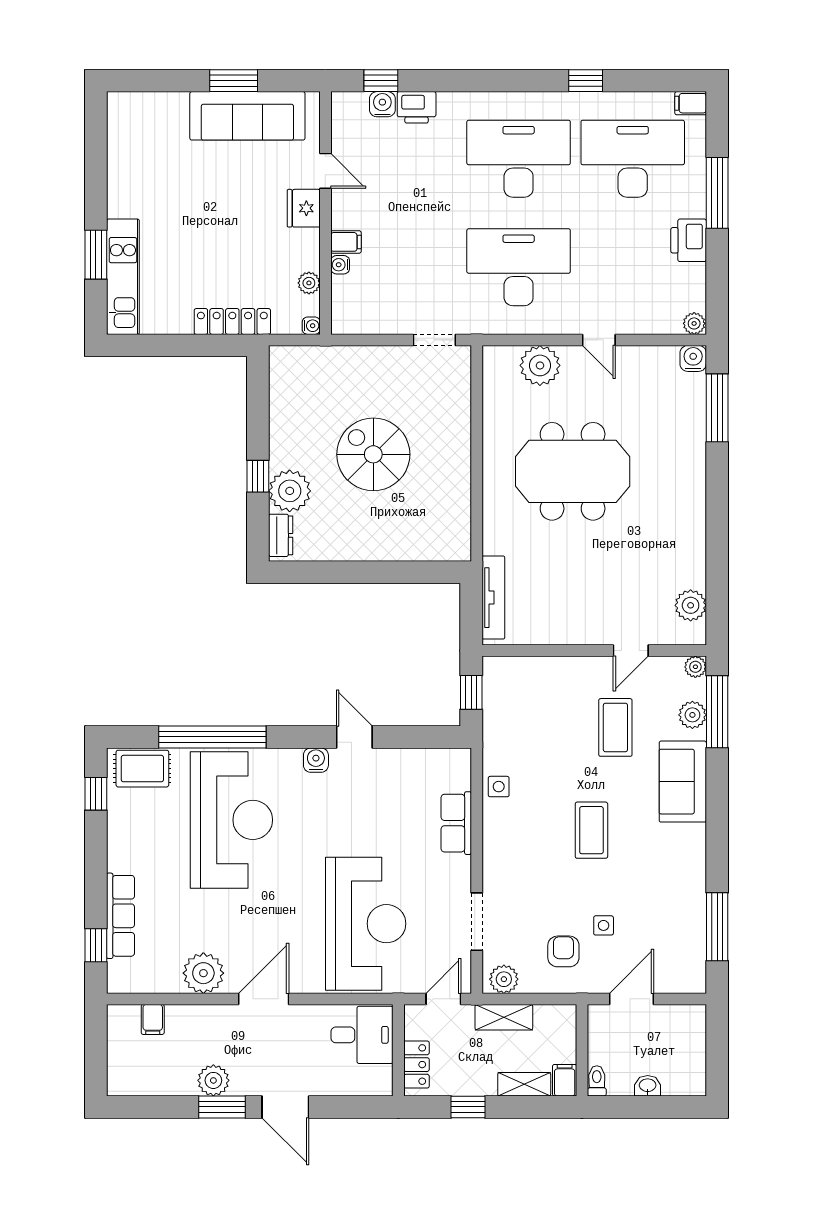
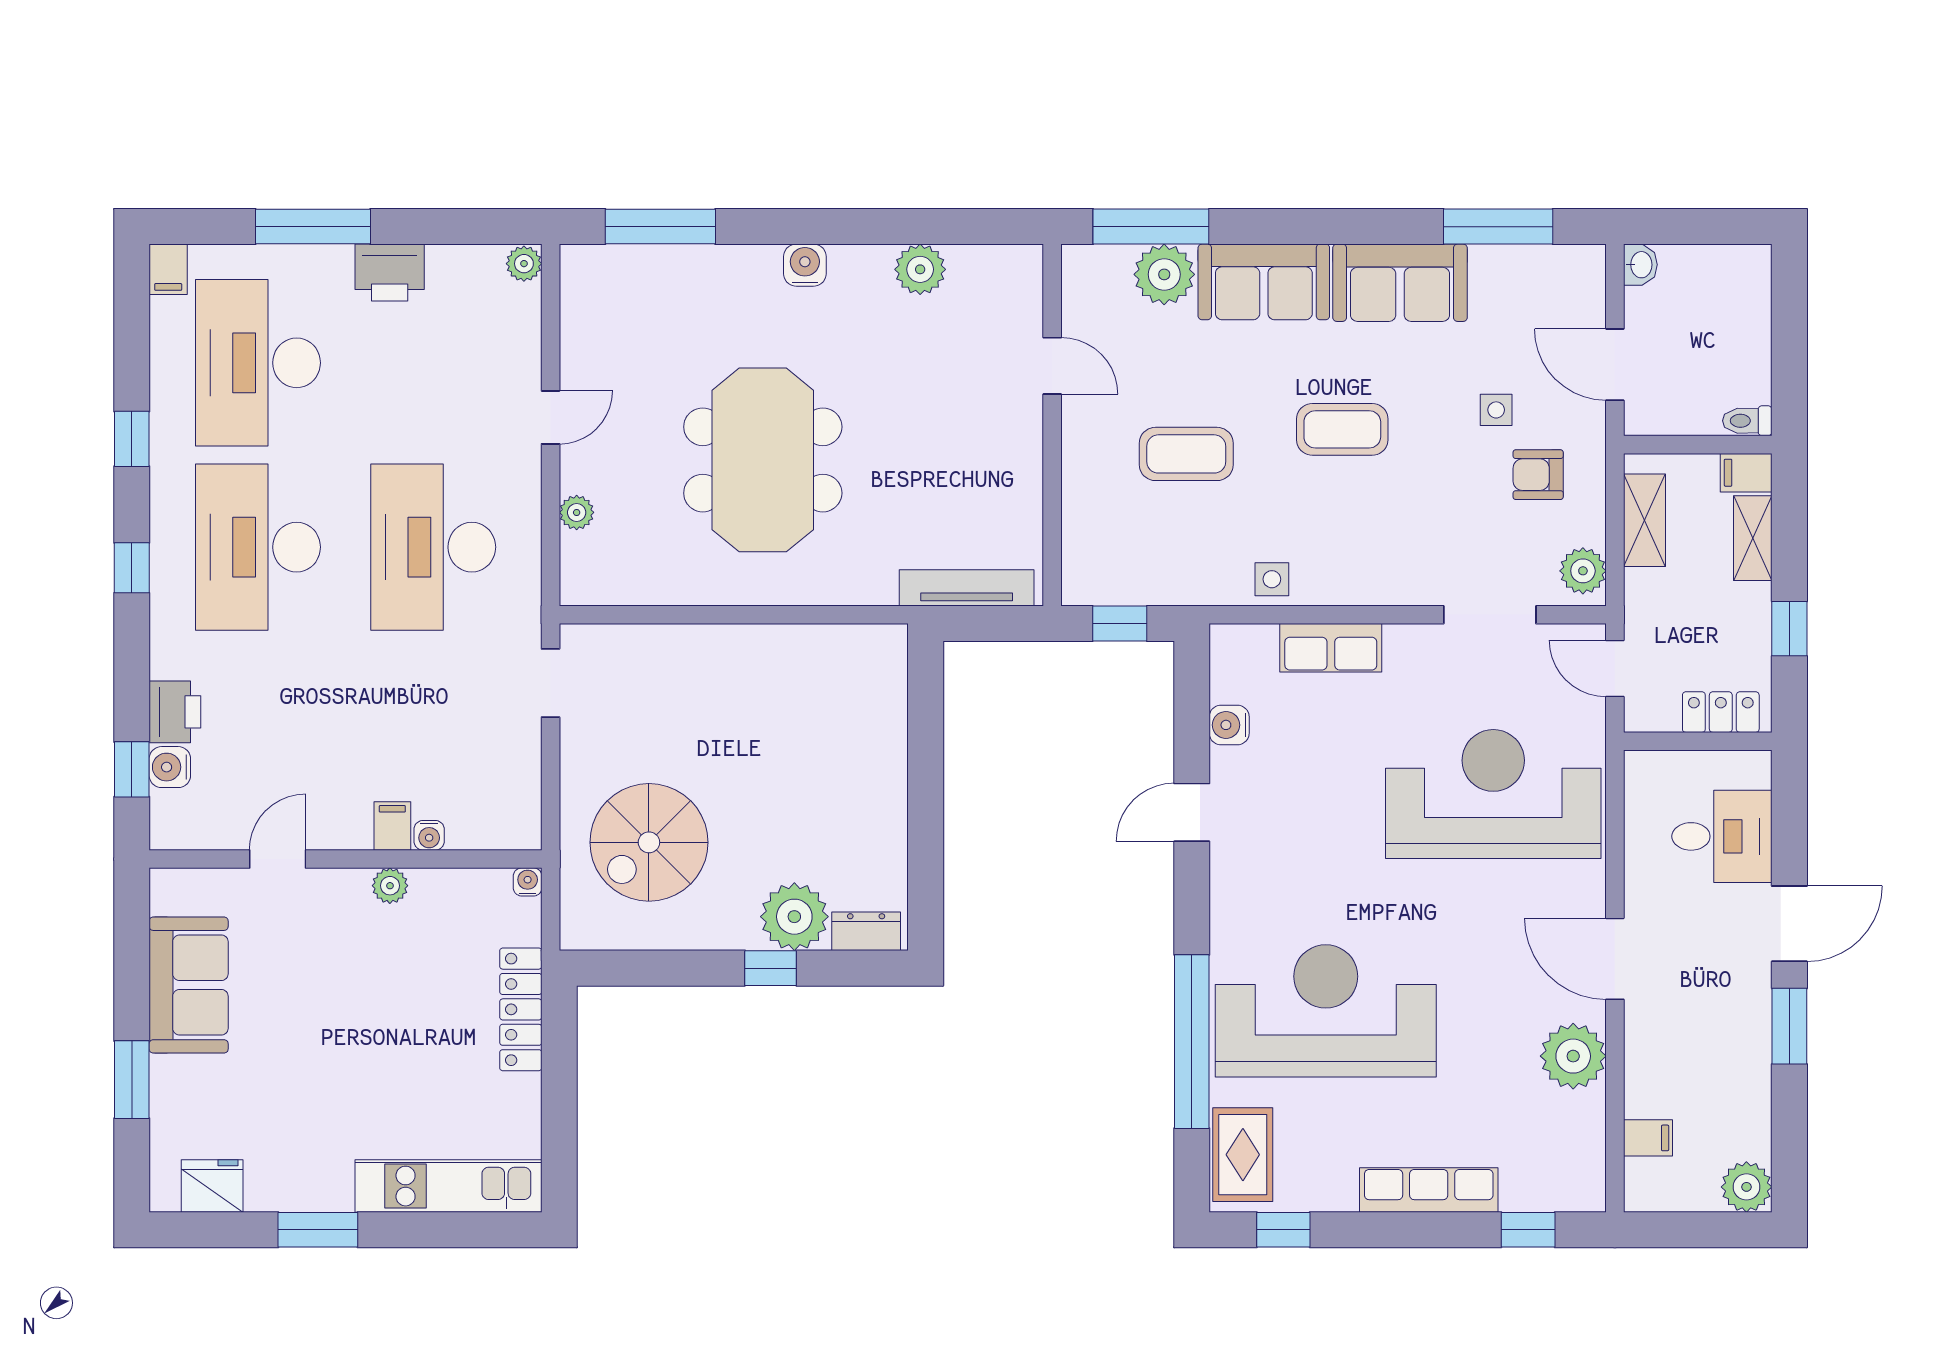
window: (234, 81) -> (132, 1080), moved
window: (506, 81) -> (132, 568), added
sofa: (247, 116) -> (189, 985), width x0.73
fridge: (304, 208) -> (212, 1186), moved, turned 180
window: (96, 255) -> (318, 1230), moved
plant: (309, 283) -> (390, 886), moved
water cooler: (693, 358) -> (805, 265), moved, turned 90
plant: (540, 365) -> (577, 512), width x0.53, depth x0.53
spiral stairs: (373, 454) -> (649, 842), moved
plant: (691, 605) -> (920, 269), moved
plant: (695, 667) -> (1078, 261), removed
plant: (692, 715) -> (1164, 274), width x1.36, depth x1.36
coffee table: (615, 727) -> (1186, 454), moved
water cooler: (316, 760) -> (1229, 725), moved
sofa: (682, 866) -> (1400, 283), added
row of seats: (121, 916) -> (1429, 1190), moved
shelving: (504, 1017) -> (1644, 520), moved
desk: (362, 1035) -> (1722, 836), moved, turned 90
plant: (213, 1080) -> (1746, 1187), moved
washbasin: (648, 1086) -> (1640, 265), moved, turned 180

